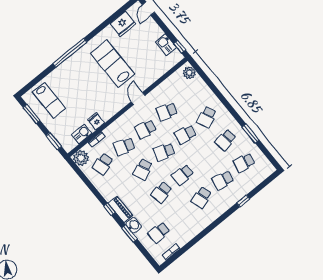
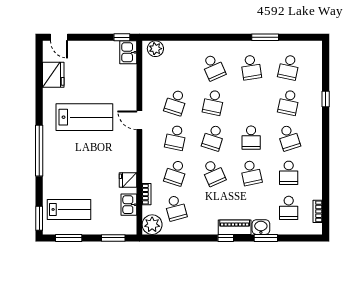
kitchen sink: (166, 45) -> (128, 52), moved, turned 90
lab bench: (113, 64) -> (84, 117), turned 180
window: (29, 86) -> (39, 218), added
school desk: (180, 215) -> (289, 173), added

